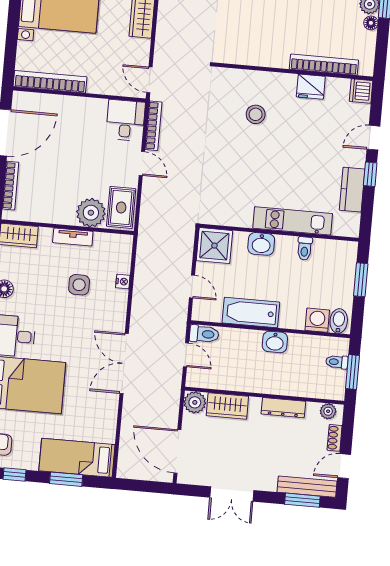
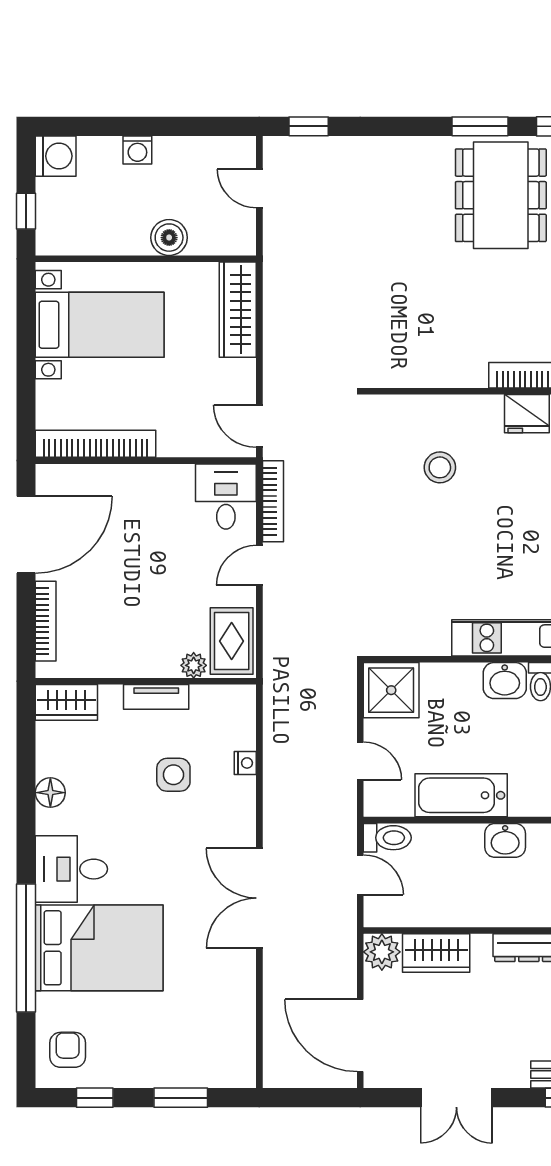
door: (142, 164) -> (259, 565), swing flipped
plant: (91, 213) -> (194, 665), width x0.53, depth x0.53
washbasin: (261, 244) -> (505, 681), moved
bed: (77, 458) -> (195, 1061), removed

